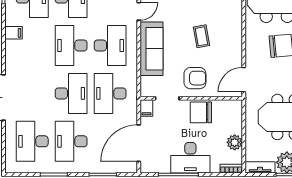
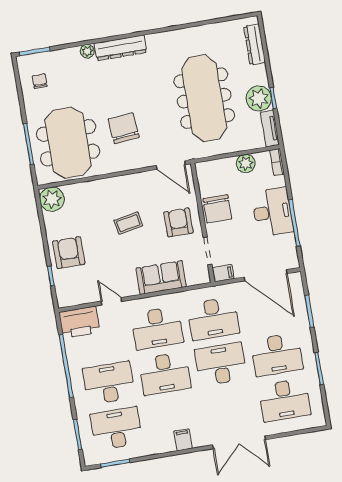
filing cabinet: (14, 33) -> (183, 440), moved
desk: (110, 45) -> (157, 328), turned 180
sofa: (152, 49) -> (161, 277), width x0.73

